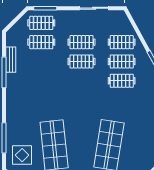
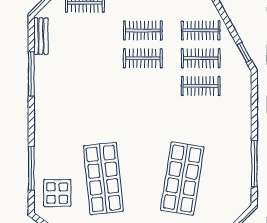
clothes rail: (41, 42) -> (85, 30), removed
bench: (11, 60) -> (41, 36), moved

